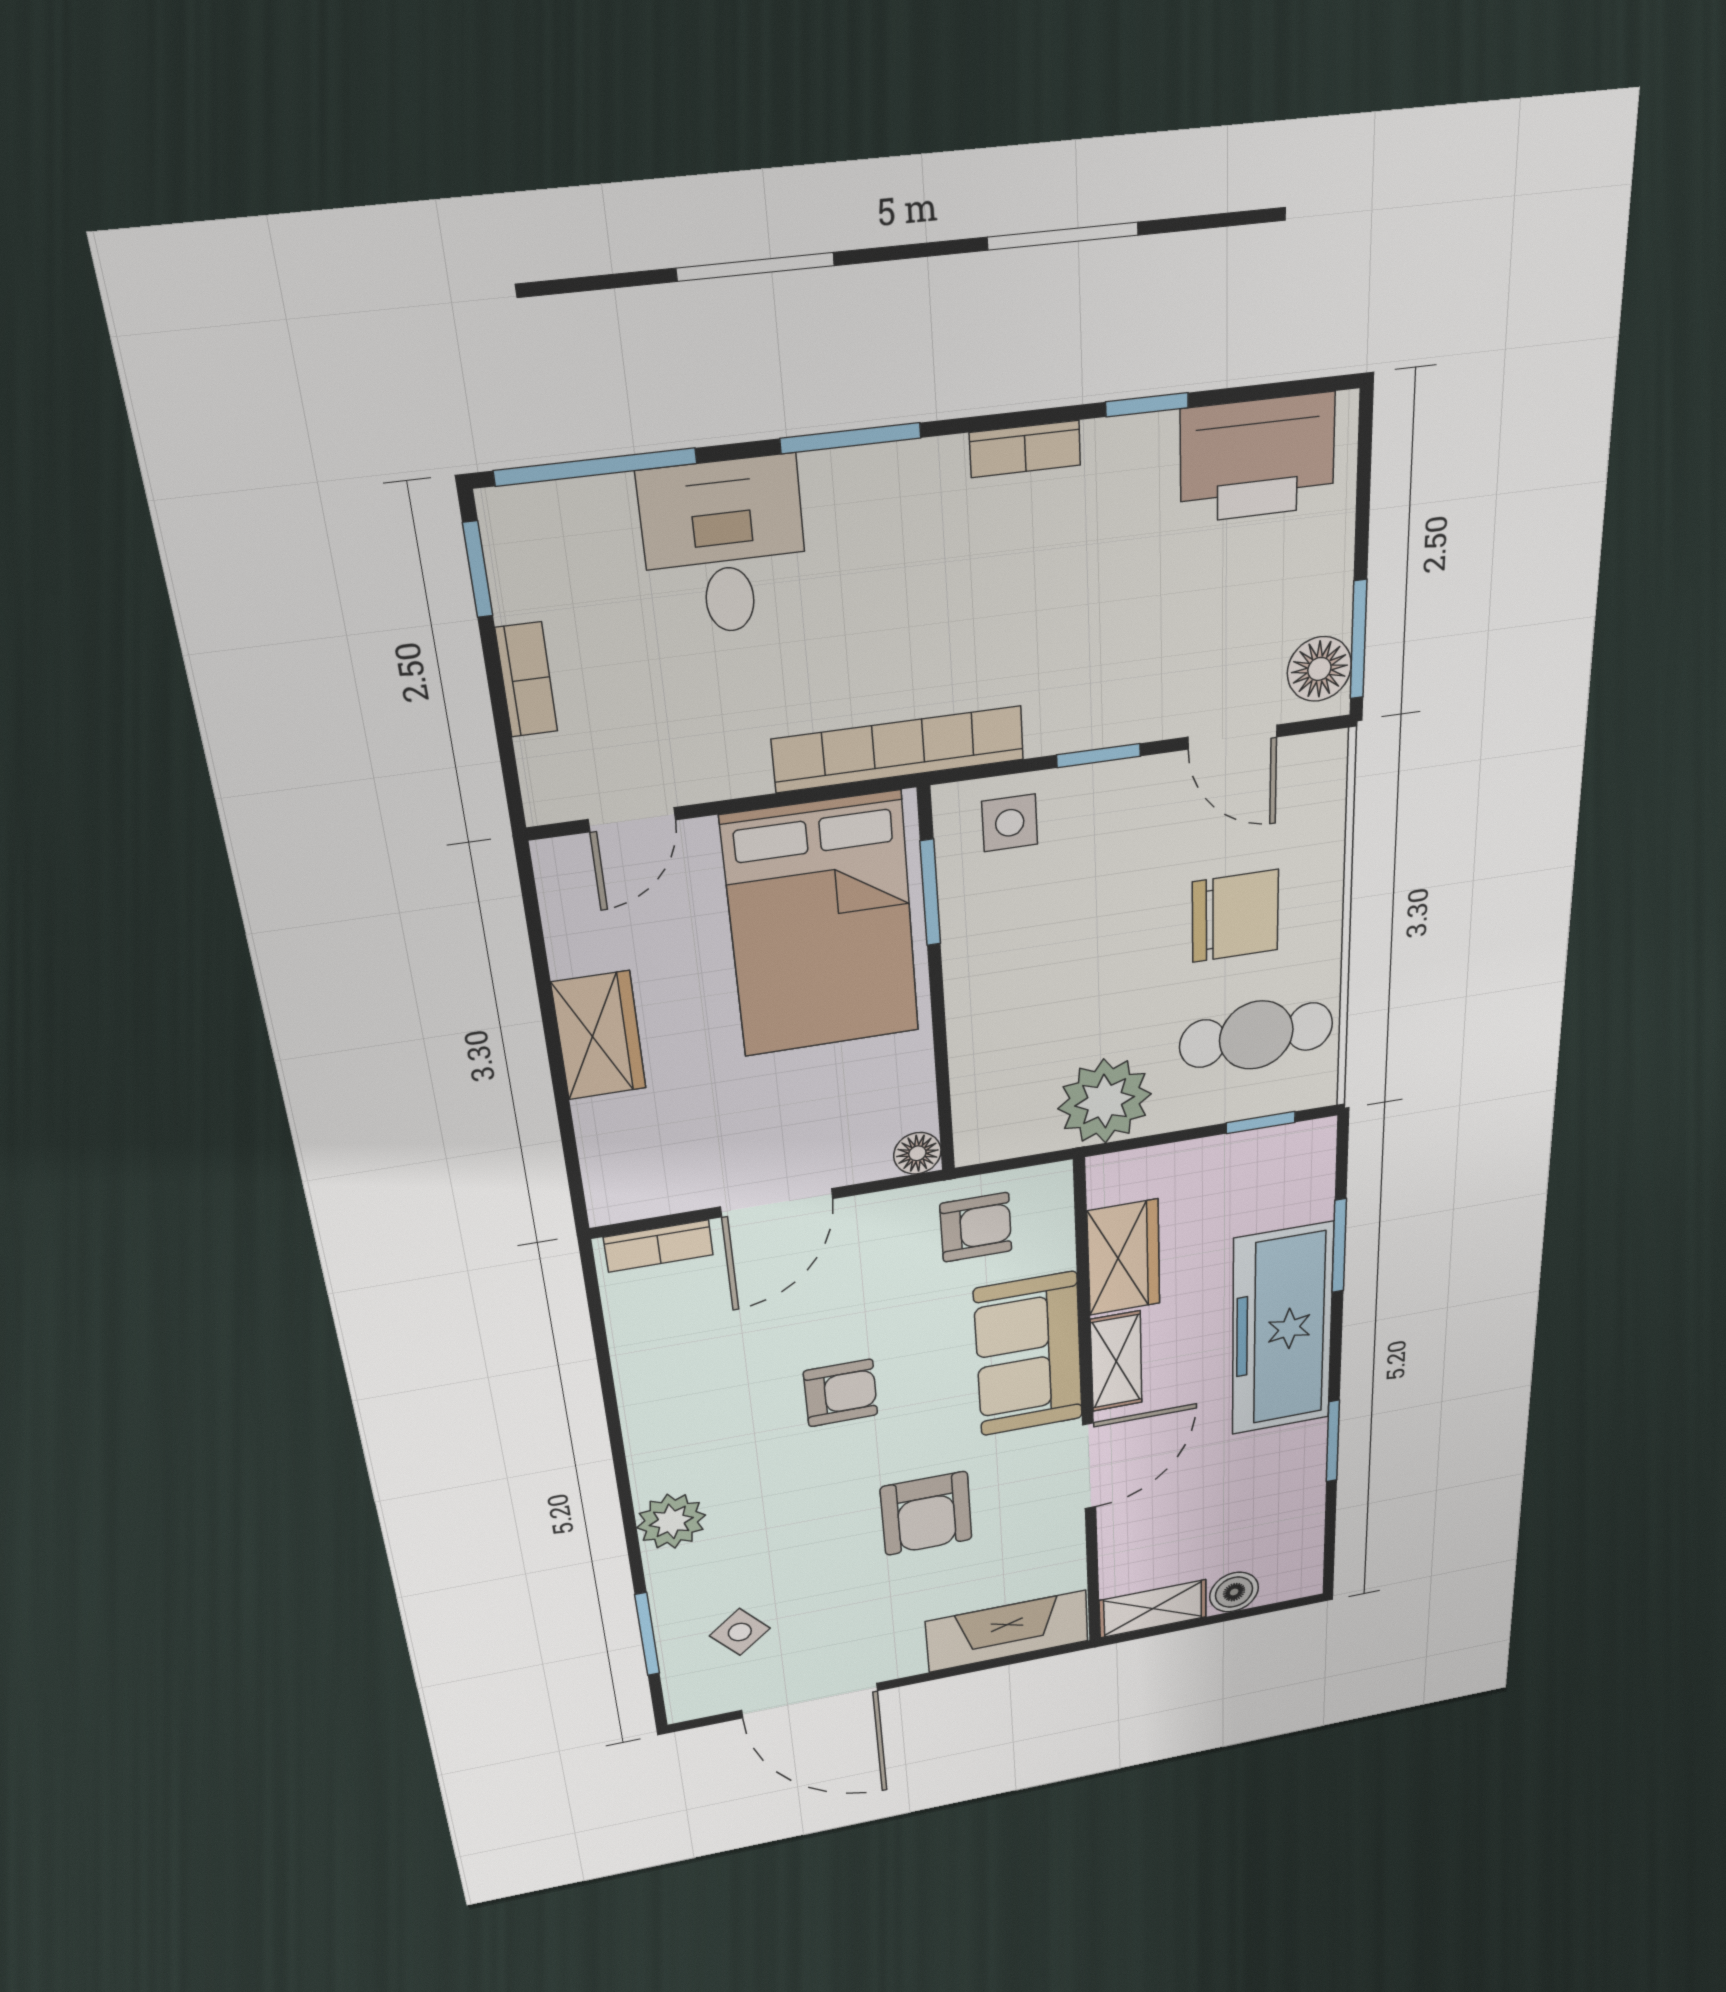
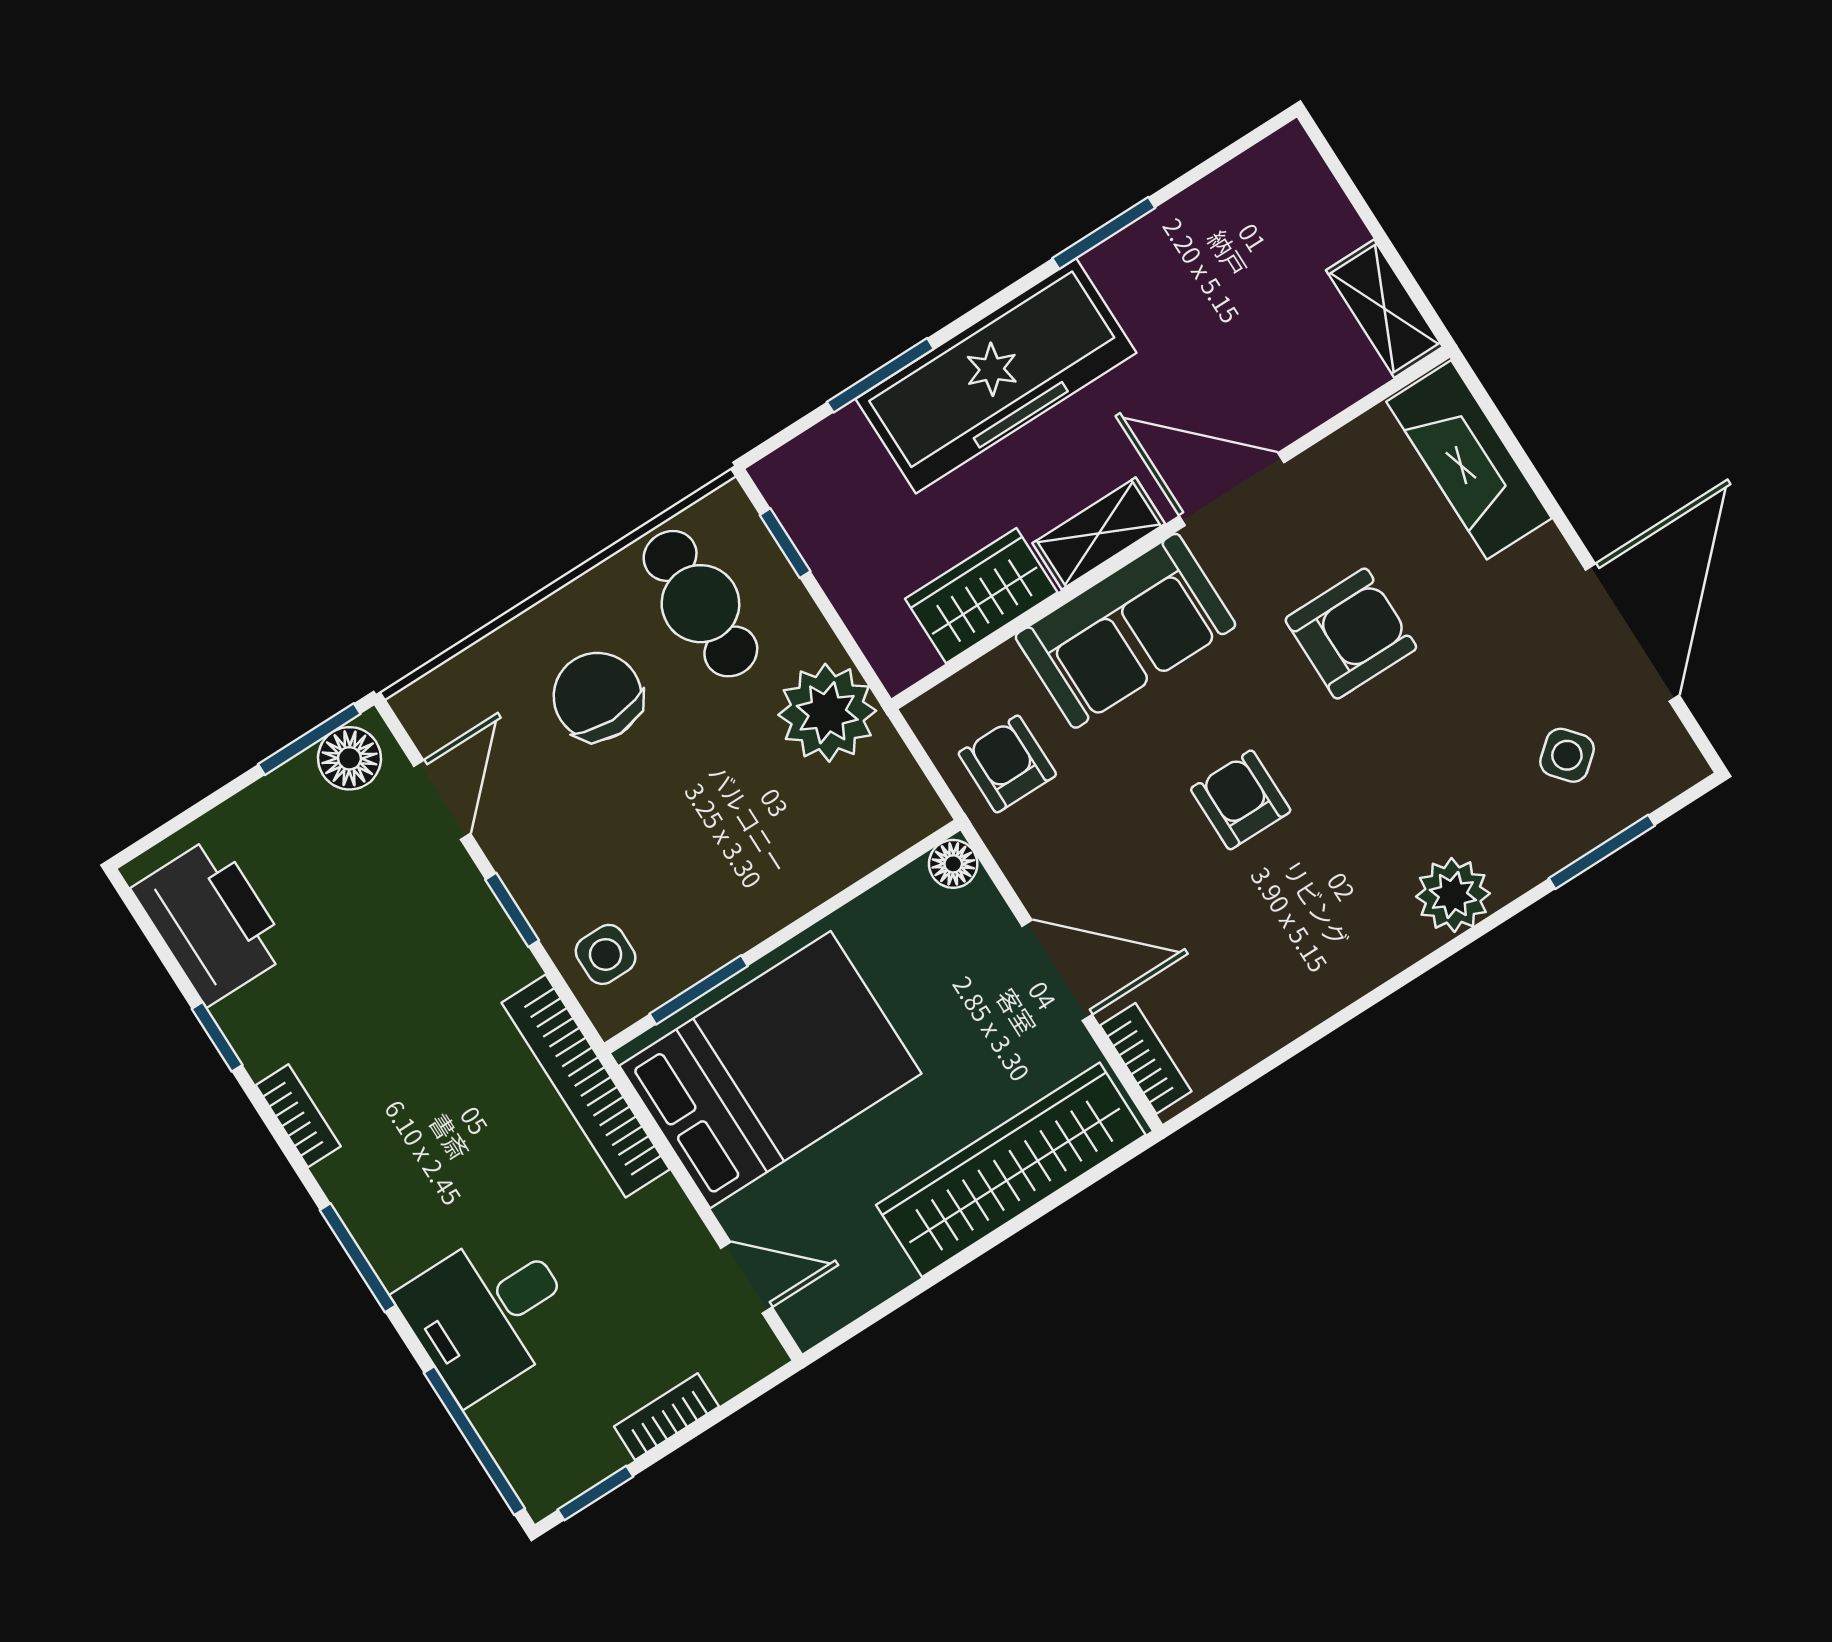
wardrobe: (599, 1036) -> (1011, 1170), width x2.10, depth x1.17
boiler: (1234, 1592) -> (1331, 226), removed

